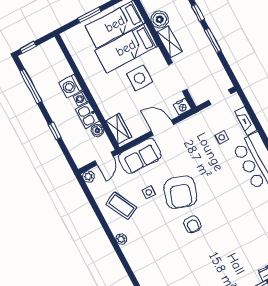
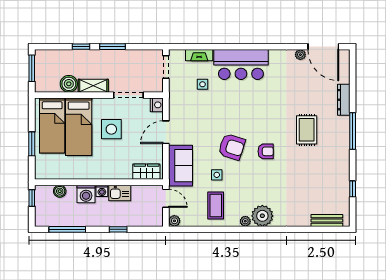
window: (28, 48) -> (32, 198), moved
boiler: (97, 130) -> (60, 191), moved
armchair: (180, 192) -> (232, 147), width x0.73, depth x0.73
coffee table: (121, 206) -> (216, 205), turned -63
rug: (230, 250) -> (307, 130), added
plant: (134, 252) -> (262, 216), added

